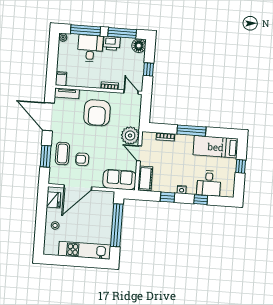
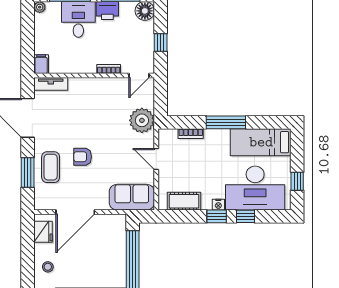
door: (131, 92) -> (139, 76), swing flipped
armchair: (97, 113) -> (94, 108), removed
plant: (130, 136) -> (142, 120), moved
armchair: (82, 159) -> (83, 157), moved
window: (241, 166) -> (297, 181), moved
cot: (145, 178) -> (184, 201), moved, turned 90
desk: (209, 183) -> (255, 188), width x1.87, depth x1.30
window: (167, 197) -> (217, 216), moved

